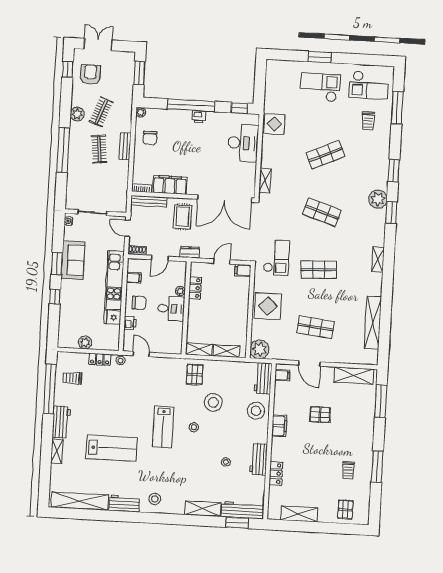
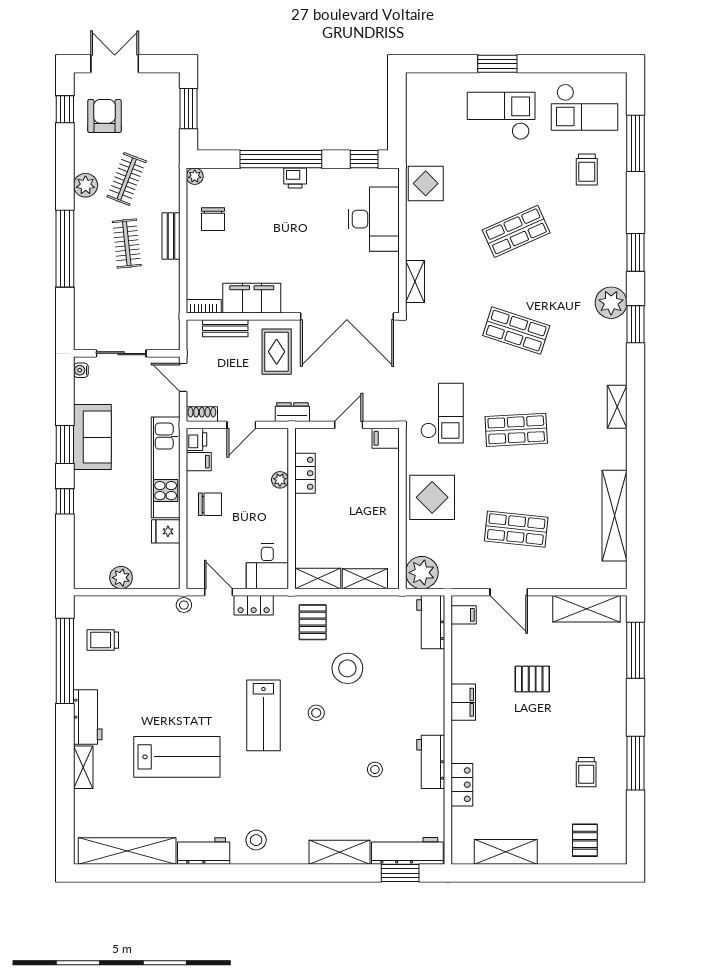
bench: (149, 201) -> (225, 328), width x0.73
desk: (171, 309) -> (267, 566), moved, turned 90
printer: (130, 323) -> (197, 439), moved
locker: (100, 359) -> (254, 605), moved
stool: (256, 411) -> (422, 678), removed

